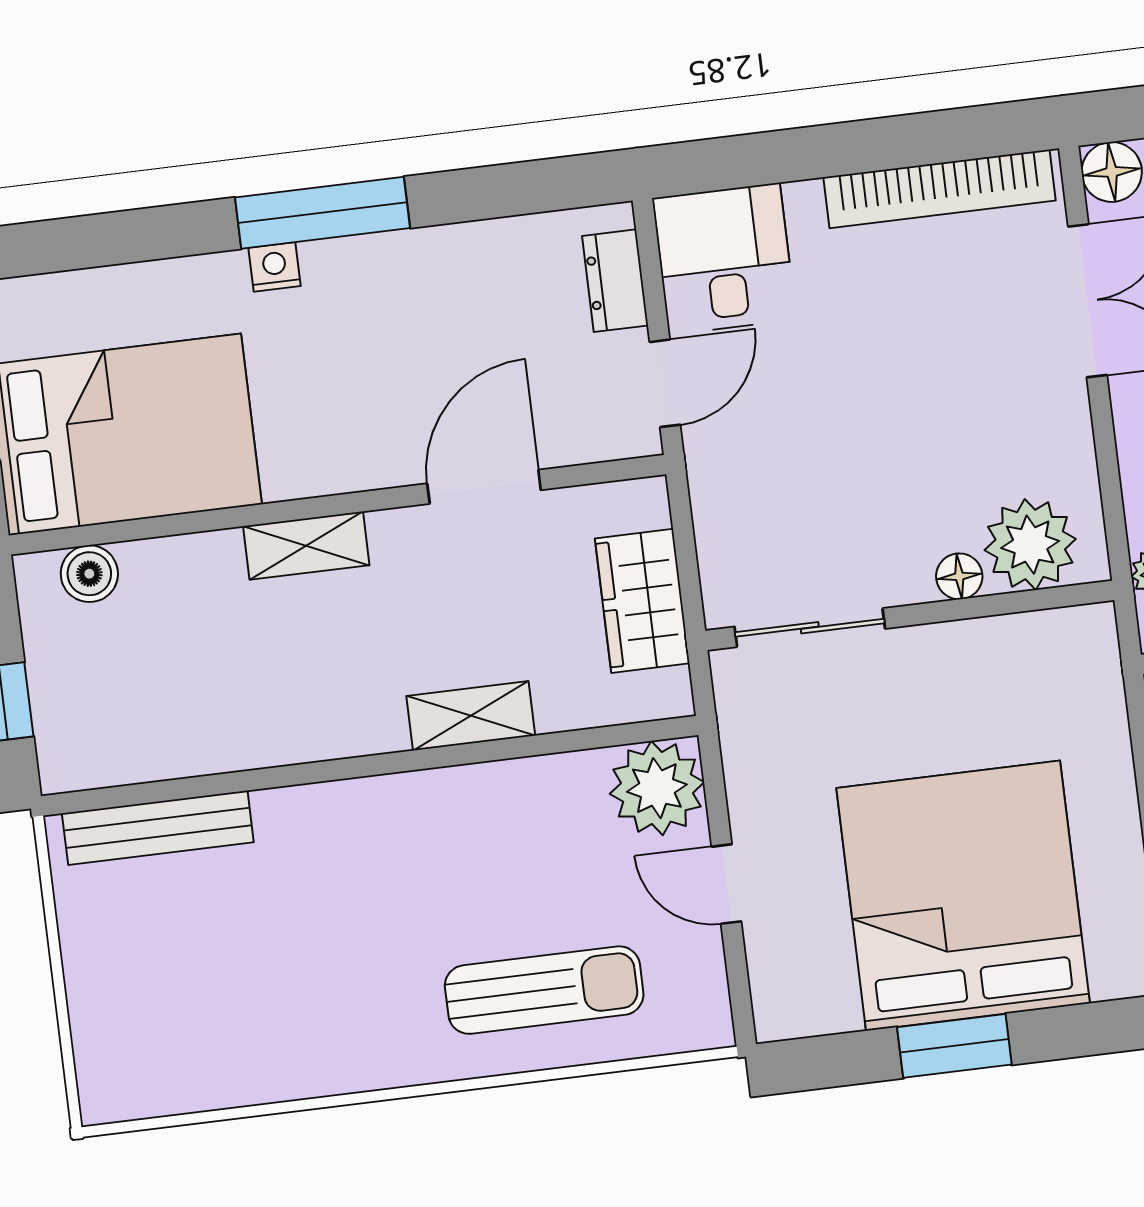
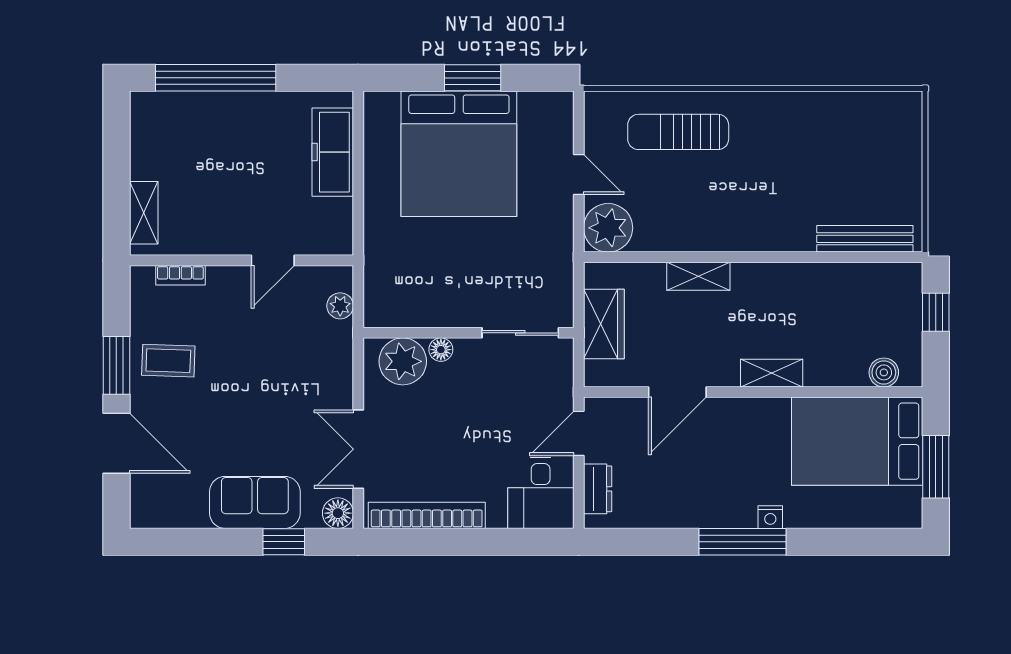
plant: (1030, 545) -> (403, 361), moved
floor lamp: (959, 576) -> (441, 350), moved
wall: (910, 615) -> (469, 333), moved
sliding door: (810, 628) -> (520, 333), moved

